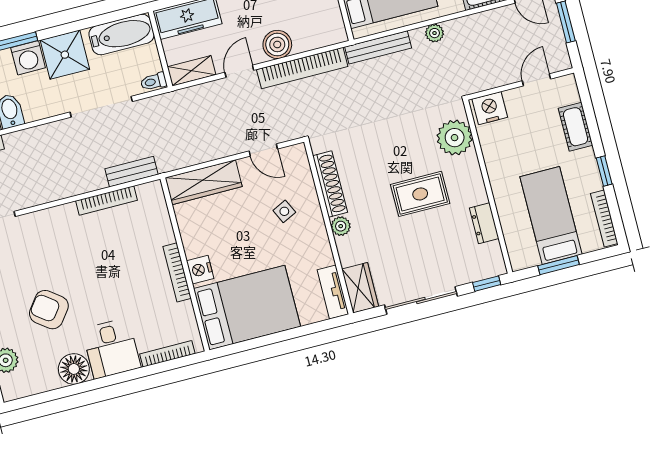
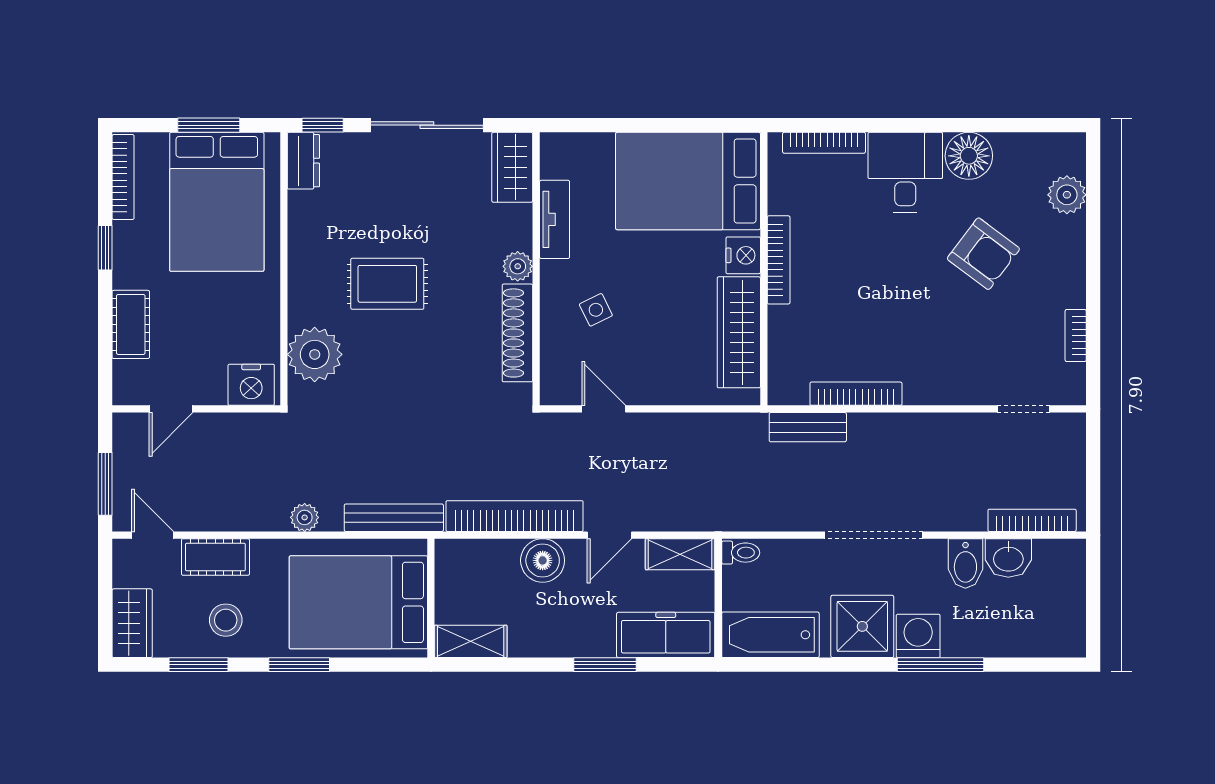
doorway: (101, 107) -> (874, 535), moved
wardrobe: (204, 182) -> (739, 332), moved, turned -90
bed: (551, 215) -> (217, 202), width x1.50
dresser: (484, 223) -> (303, 161), moved
tv unit: (333, 292) -> (555, 219), moved

